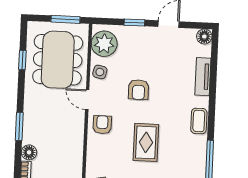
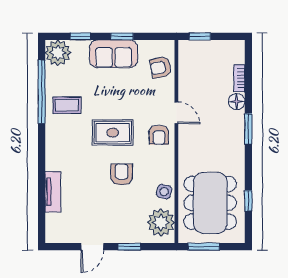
floor lamp: (204, 37) -> (53, 235), removed
door: (87, 100) -> (176, 113), moved
coffee table: (199, 121) -> (67, 105), moved, turned 90
rug: (146, 142) -> (113, 133), moved, turned 90

